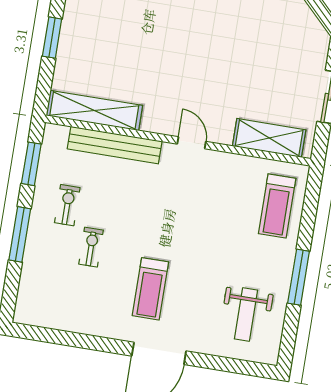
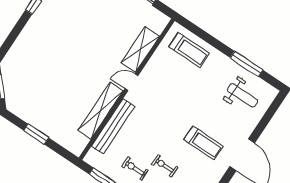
shelving: (94, 111) -> (101, 111), moved
shelving: (269, 138) -> (141, 49), moved
window: (299, 277) -> (247, 64), moved

